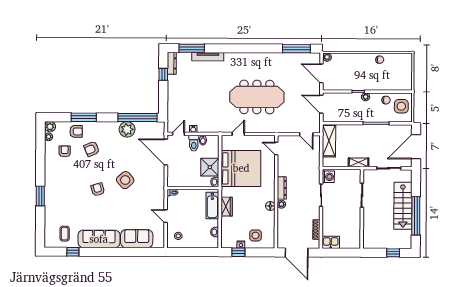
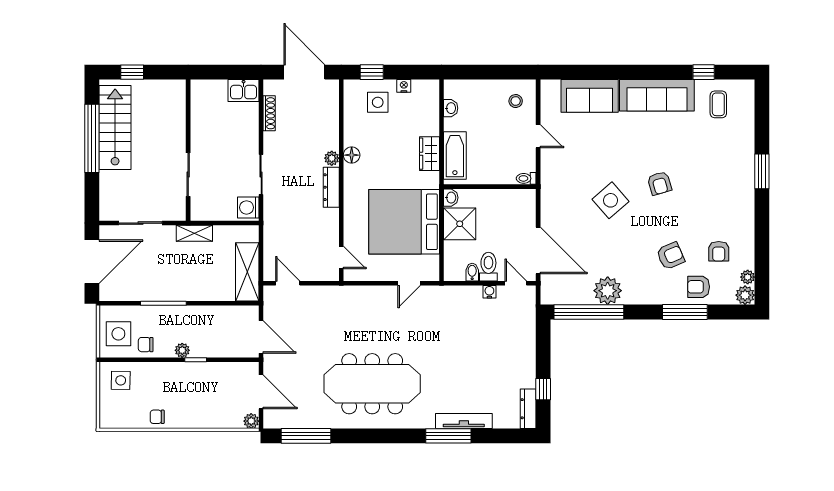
window: (192, 48) -> (448, 436), moved
side table: (400, 80) -> (121, 380), added
meeting table: (257, 97) -> (372, 384), moved
door: (178, 134) -> (516, 283), swing flipped
stairs: (403, 206) -> (115, 128), moved
window: (238, 252) -> (372, 72), moved

